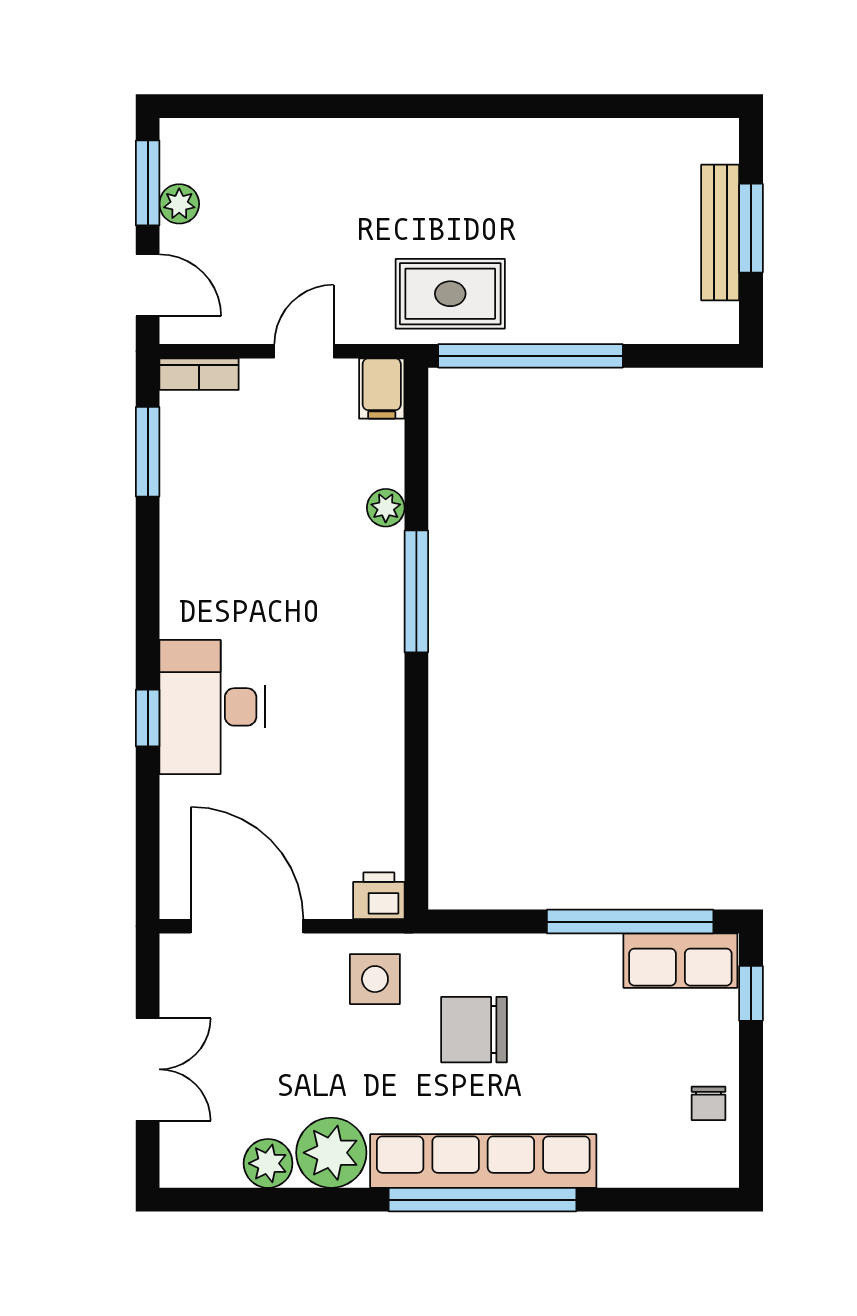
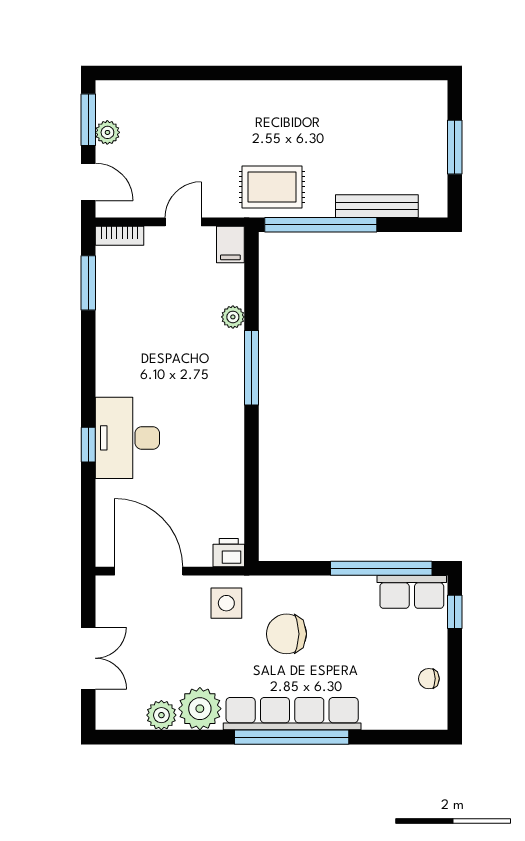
bench: (720, 233) -> (377, 206), moved, turned 90
chair: (708, 1103) -> (429, 679), turned 90

